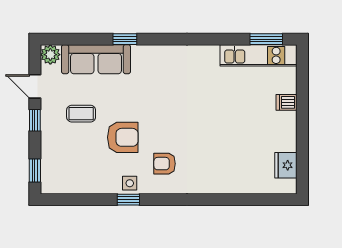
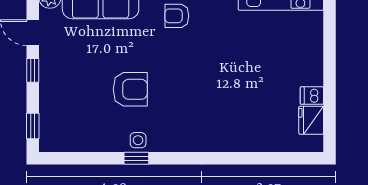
dishwasher: (286, 102) -> (312, 96), moved
coffee table: (81, 114) -> (84, 63), removed
armchair: (165, 164) -> (177, 16), moved

